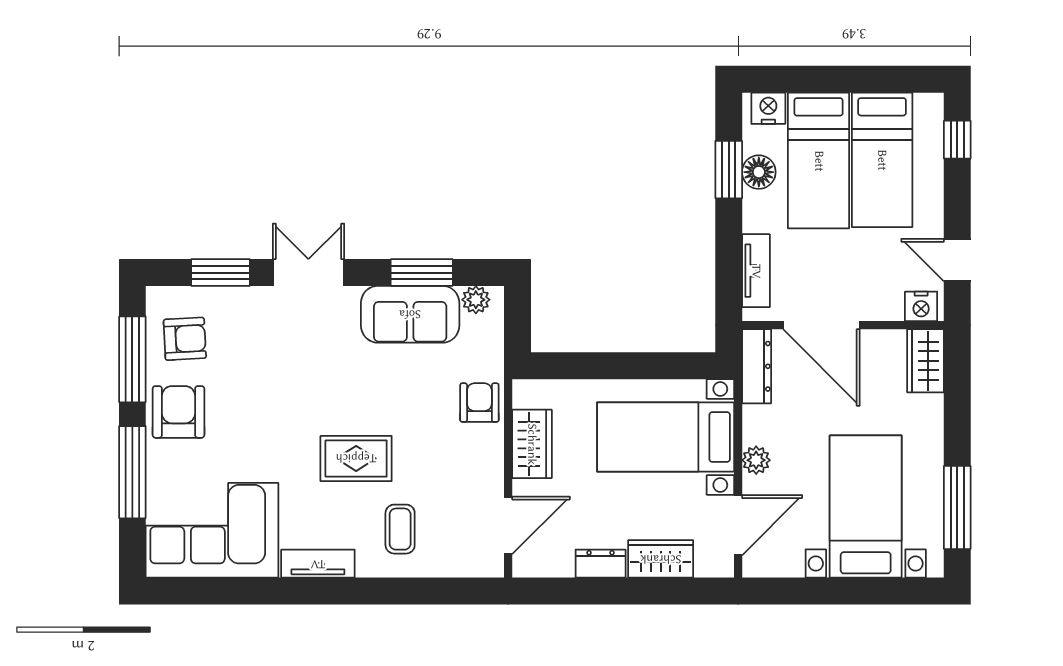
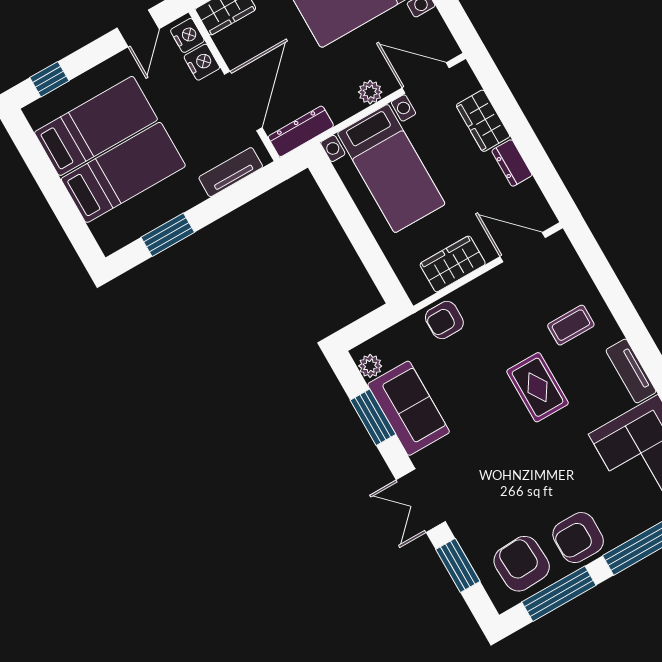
nightstand: (768, 108) -> (202, 62), moved, turned 180
floor lamp: (759, 172) -> (157, 212), removed
armchair: (185, 339) -> (522, 564), width x1.38, depth x1.38

